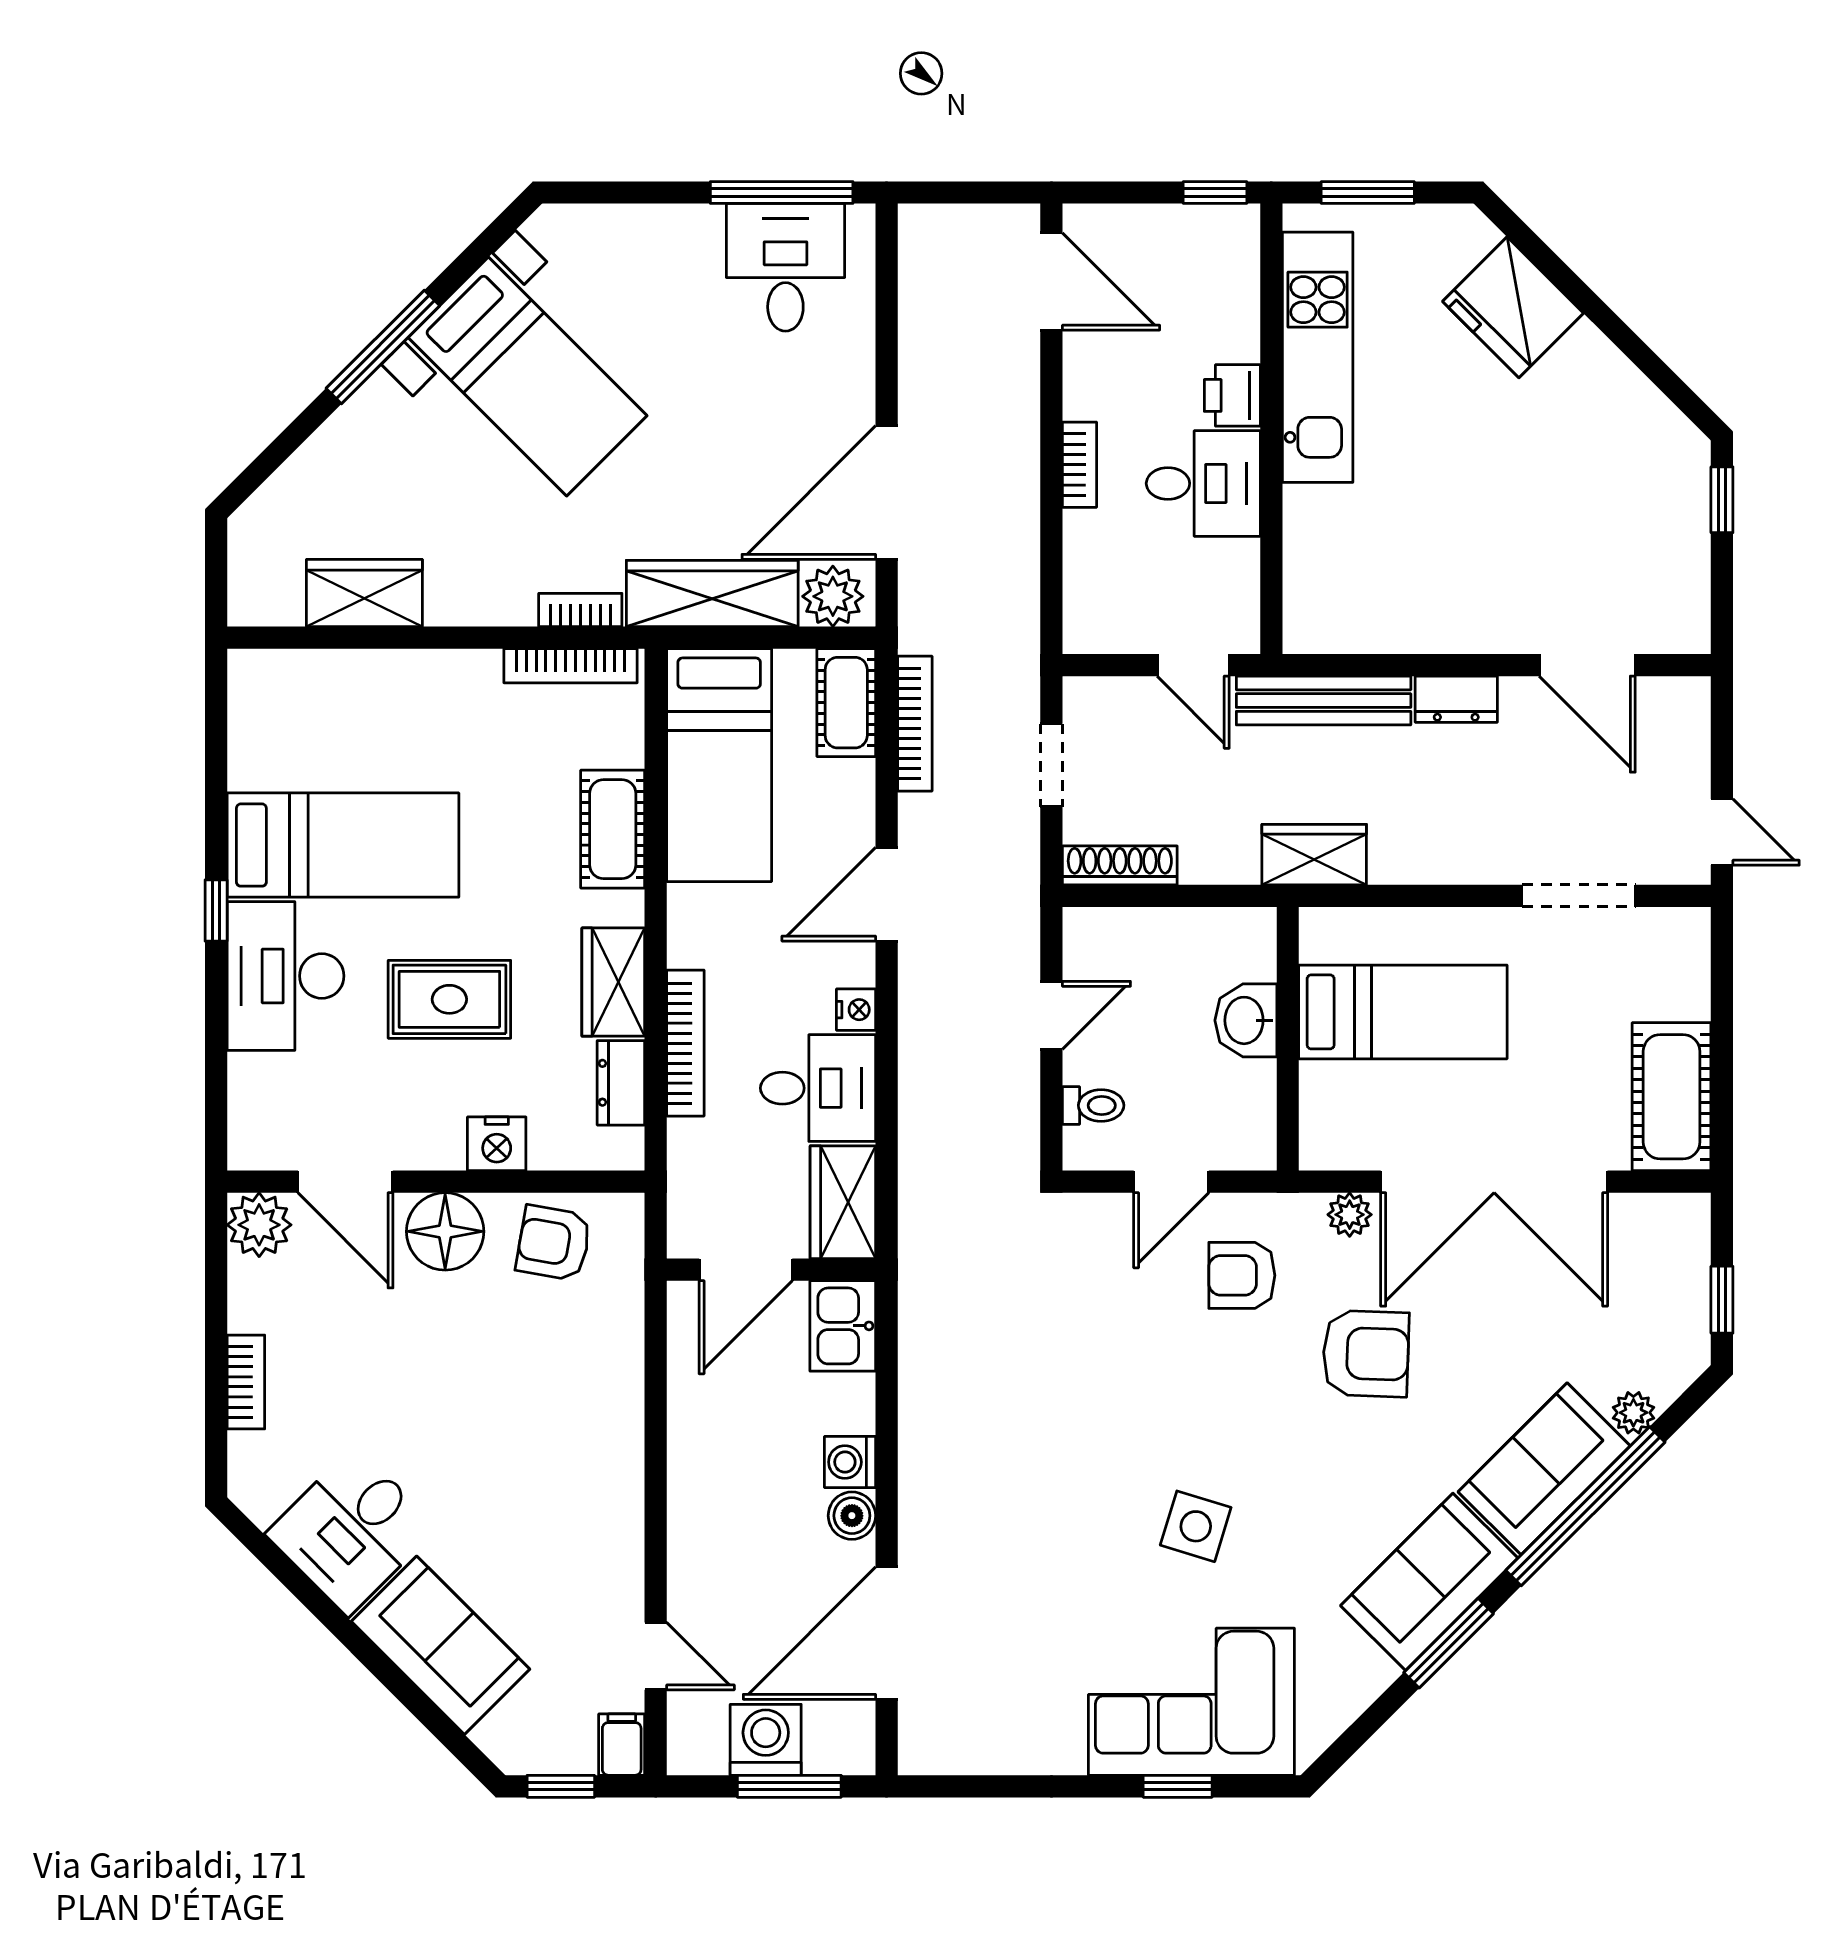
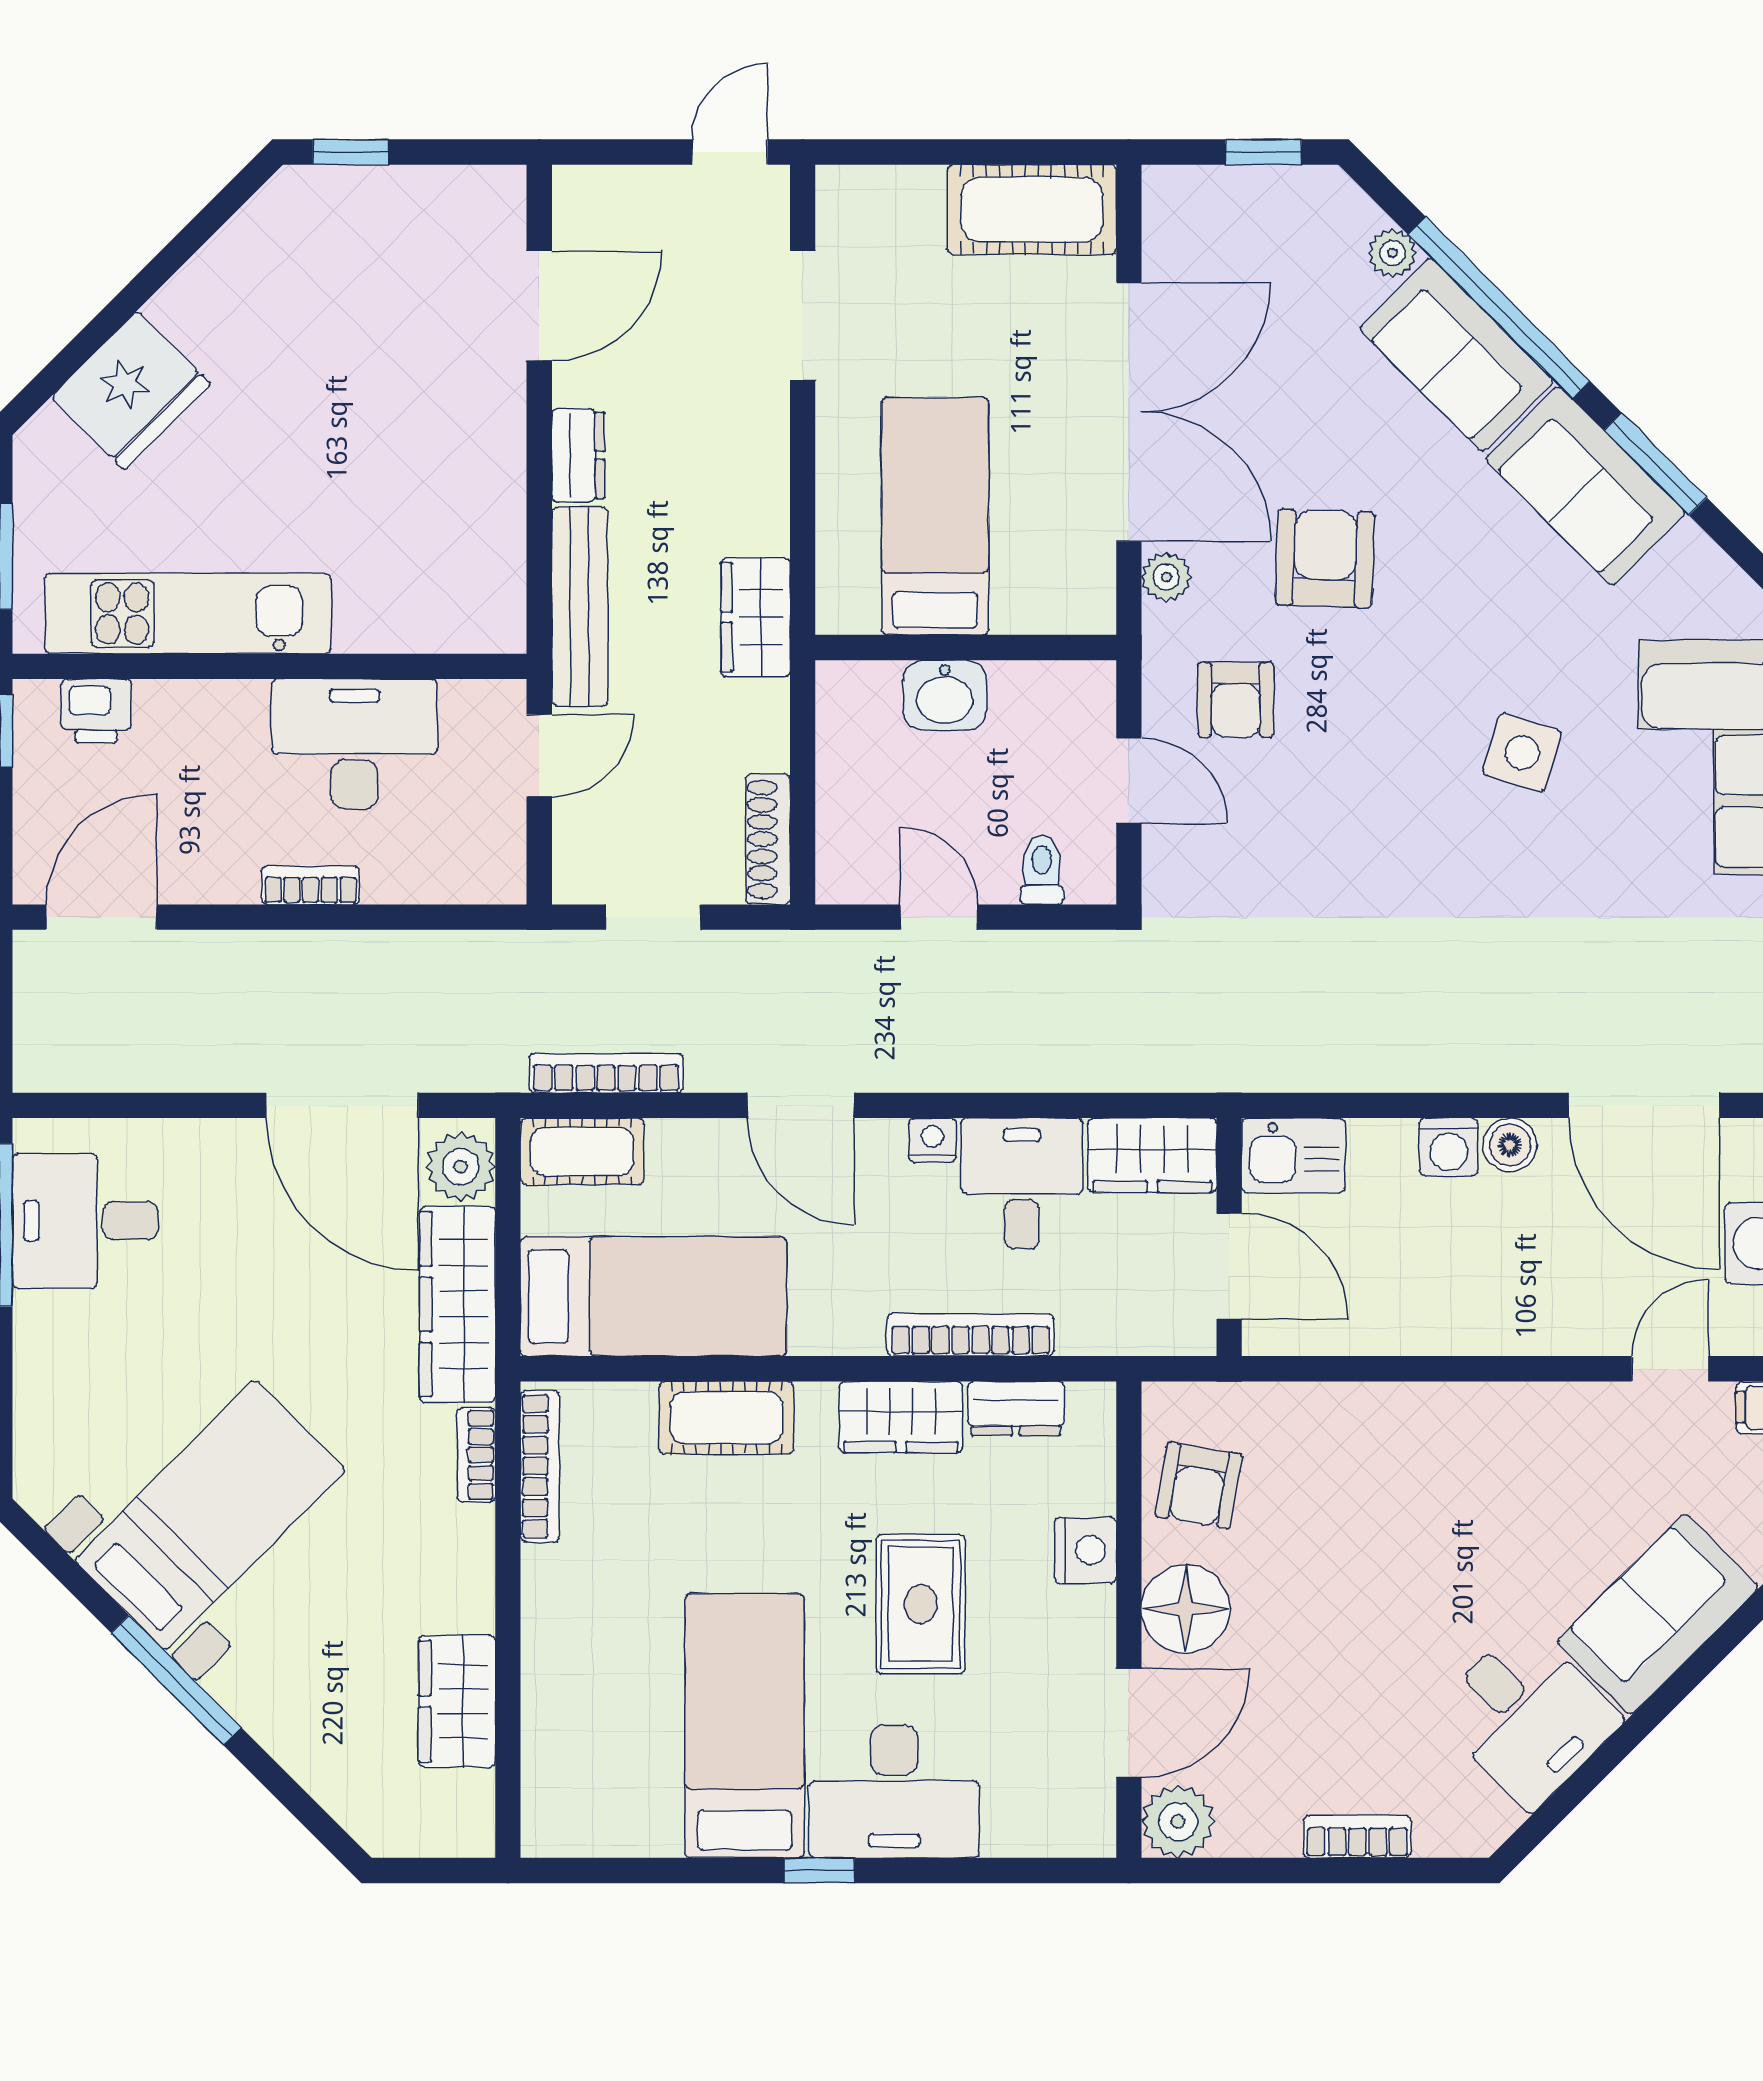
printer: (1232, 395) -> (96, 711), moved
desk: (1203, 483) -> (354, 744), width x1.37

